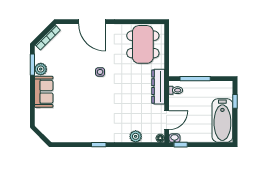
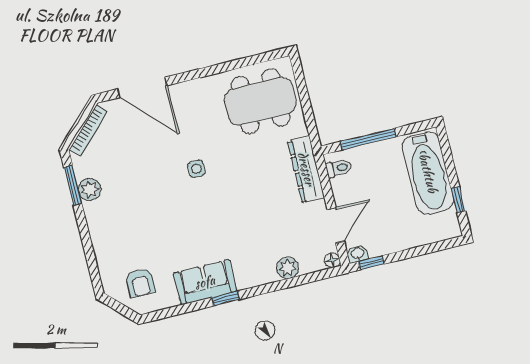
door: (92, 22) -> (142, 87), moved
dining table: (143, 44) -> (260, 101), turned 90
sofa: (44, 92) -> (205, 282), moved, turned -90
window: (235, 101) -> (458, 200), moved
bathtub: (222, 120) -> (428, 173), moved
armchair: (56, 125) -> (140, 283), added

